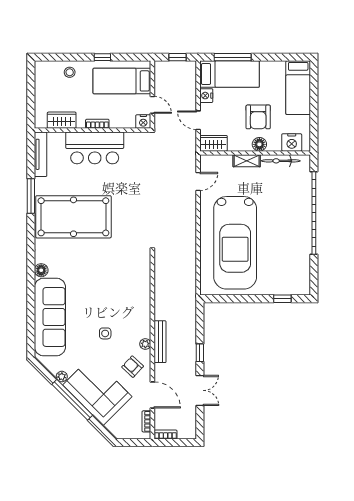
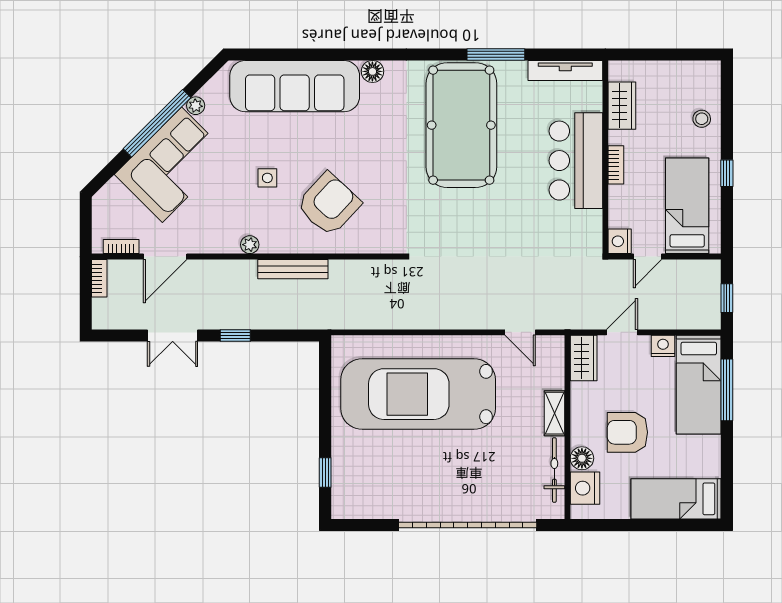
floor lamp: (259, 144) -> (582, 458), moved
bench: (160, 342) -> (293, 269), moved
armchair: (133, 367) -> (329, 204), moved, width x1.88, depth x1.88

